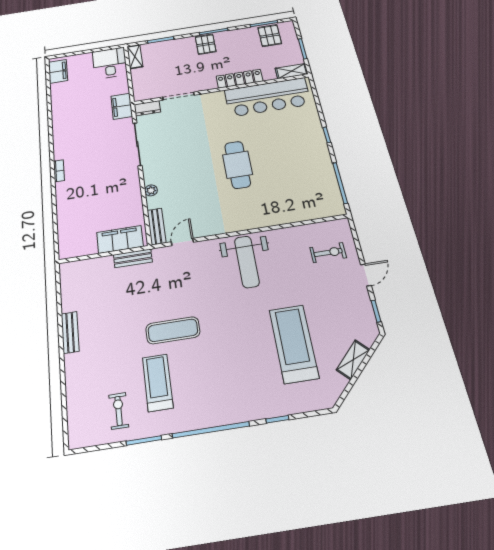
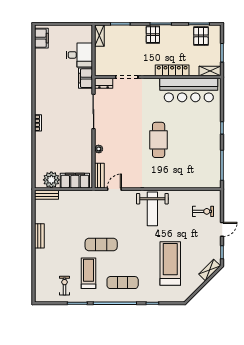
desk: (110, 63) -> (79, 55), moved, turned 90
plant: (84, 244) -> (51, 180), added
bench: (133, 258) -> (47, 195), moved
shelving: (353, 360) -> (210, 270), moved
exercise mat: (218, 390) -> (123, 283), added

